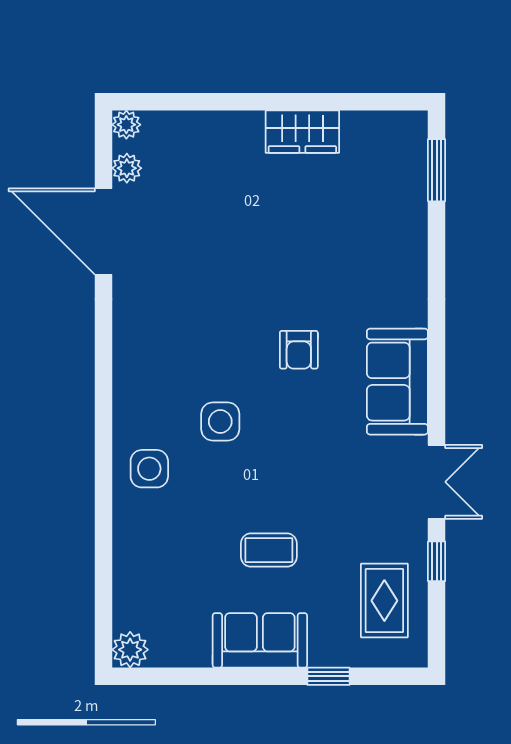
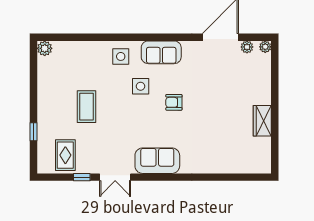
window: (437, 170) -> (246, 177), removed
armchair: (299, 350) -> (174, 102), moved
coffee table: (269, 550) -> (87, 107), width x1.36, depth x1.30
rug: (384, 601) -> (65, 155), turned 90
sofa: (260, 640) -> (161, 52), moved, turned 90

